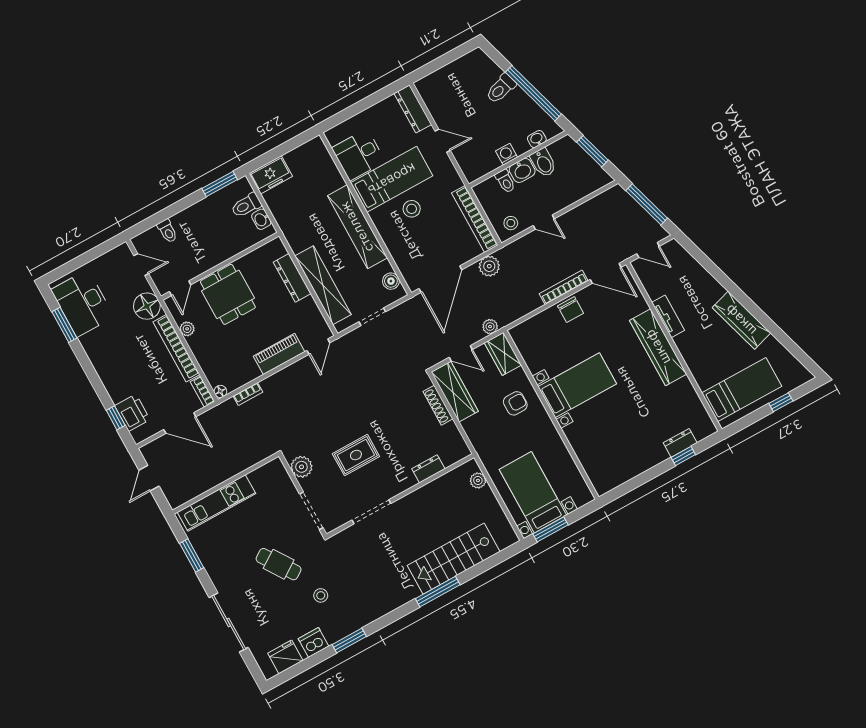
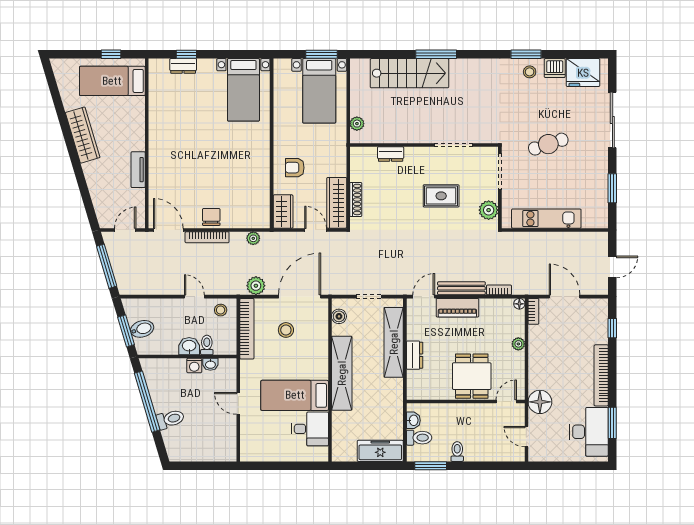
dresser: (413, 109) -> (248, 441), removed
washbasin: (537, 139) -> (210, 364), moved
bidet: (543, 163) -> (142, 329), moved, turned 73
freezer: (271, 175) -> (380, 451), width x1.40
stool: (412, 209) -> (286, 330), moved
toilet: (167, 231) -> (457, 452), moved
door: (648, 250) -> (125, 230), hinge flipped
dresser: (292, 278) -> (415, 355), width x0.70
plant: (490, 327) -> (253, 238), moved
plant: (187, 329) -> (518, 344), moved
wardrobe: (658, 347) -> (159, 150), removed
bookcase: (176, 348) -> (601, 375), moved, turned 180
bench: (286, 375) -> (461, 288), added
bed with nightstands: (577, 385) -> (243, 90), moved, turned -90
window: (781, 402) -> (111, 54), moved
printer: (132, 413) -> (597, 325), removed
kitchen unit: (217, 503) -> (546, 219), moved
cafe table: (279, 564) -> (548, 144), turned -74
stool: (321, 595) -> (530, 72), moved
fridge: (285, 657) -> (583, 73), width x1.36, depth x1.34

